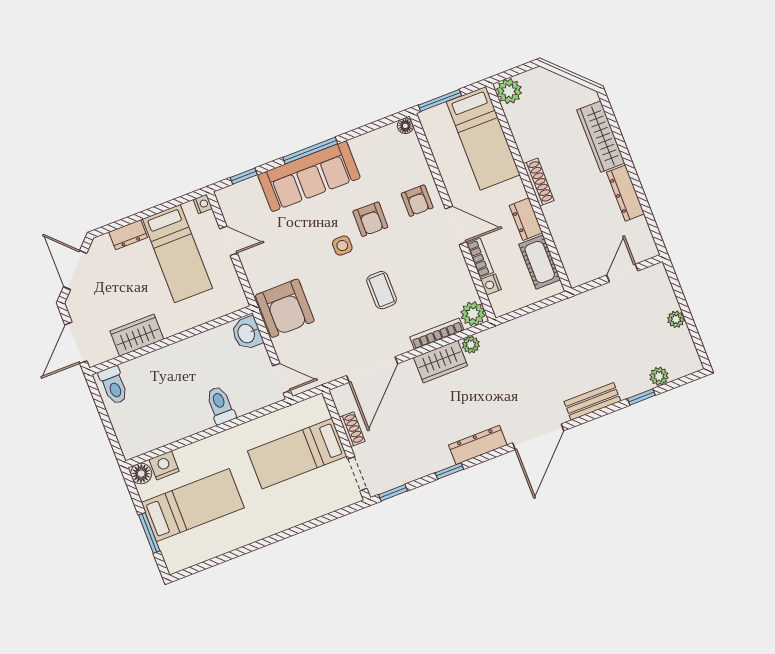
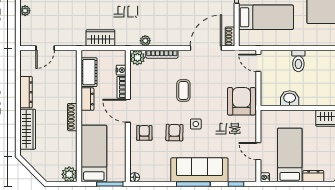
washbasin: (247, 333) -> (290, 98), moved, turned -90
wardrobe: (440, 362) -> (100, 38), moved
shoe rack: (352, 429) -> (230, 37), moved

